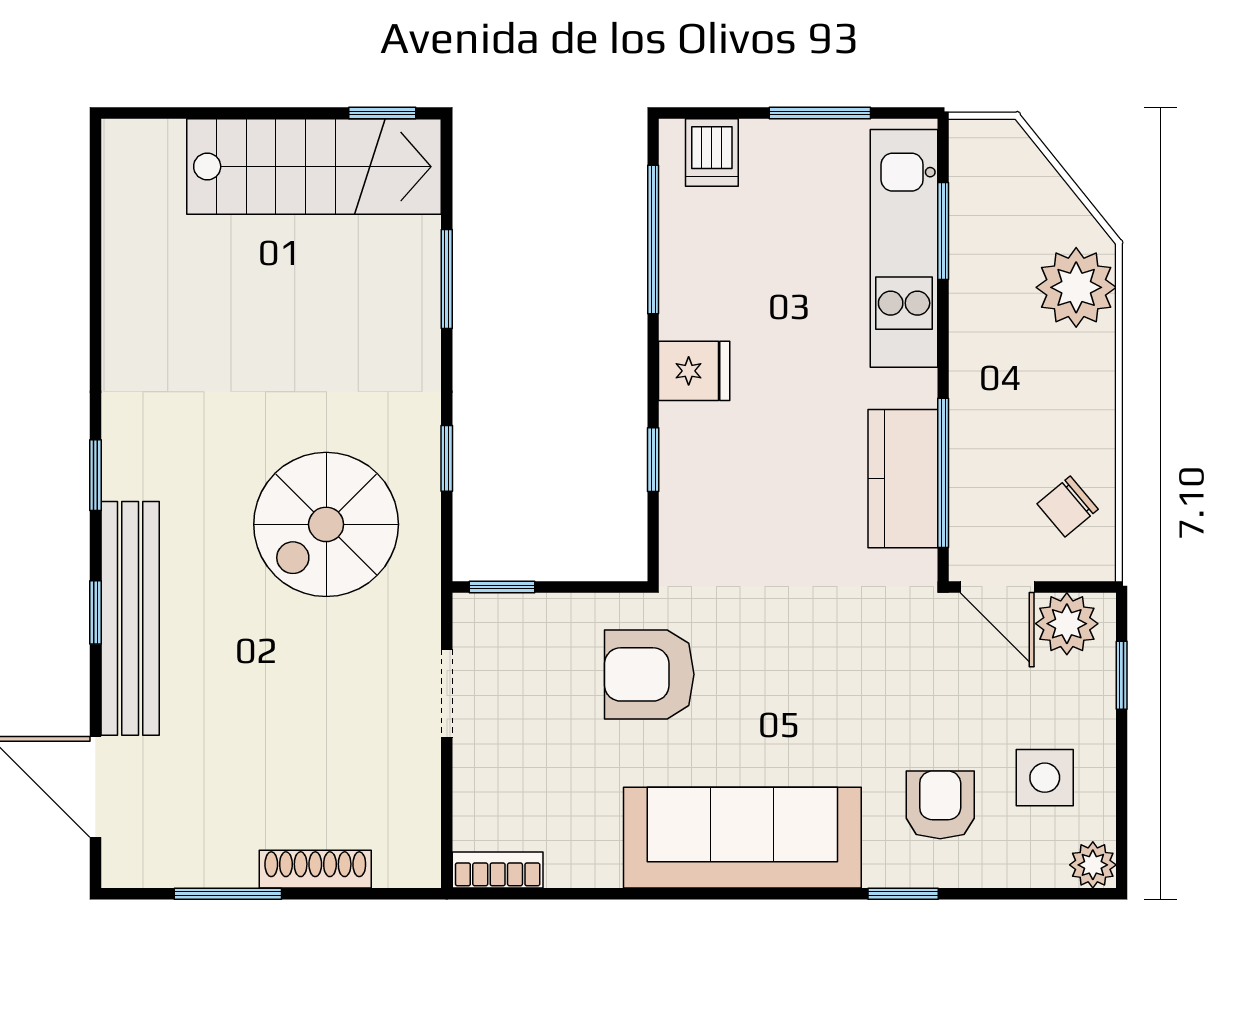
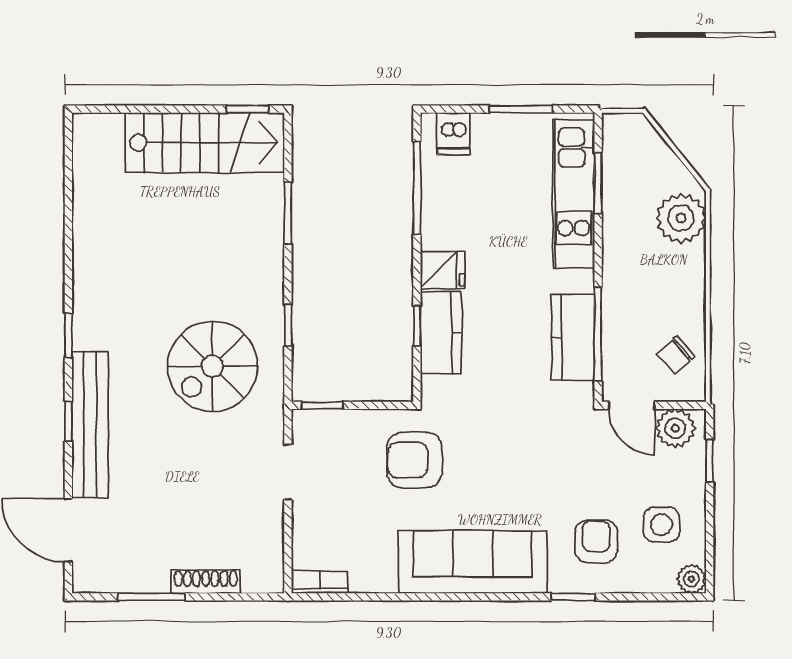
kitchen counter: (692, 471) -> (441, 333), added

